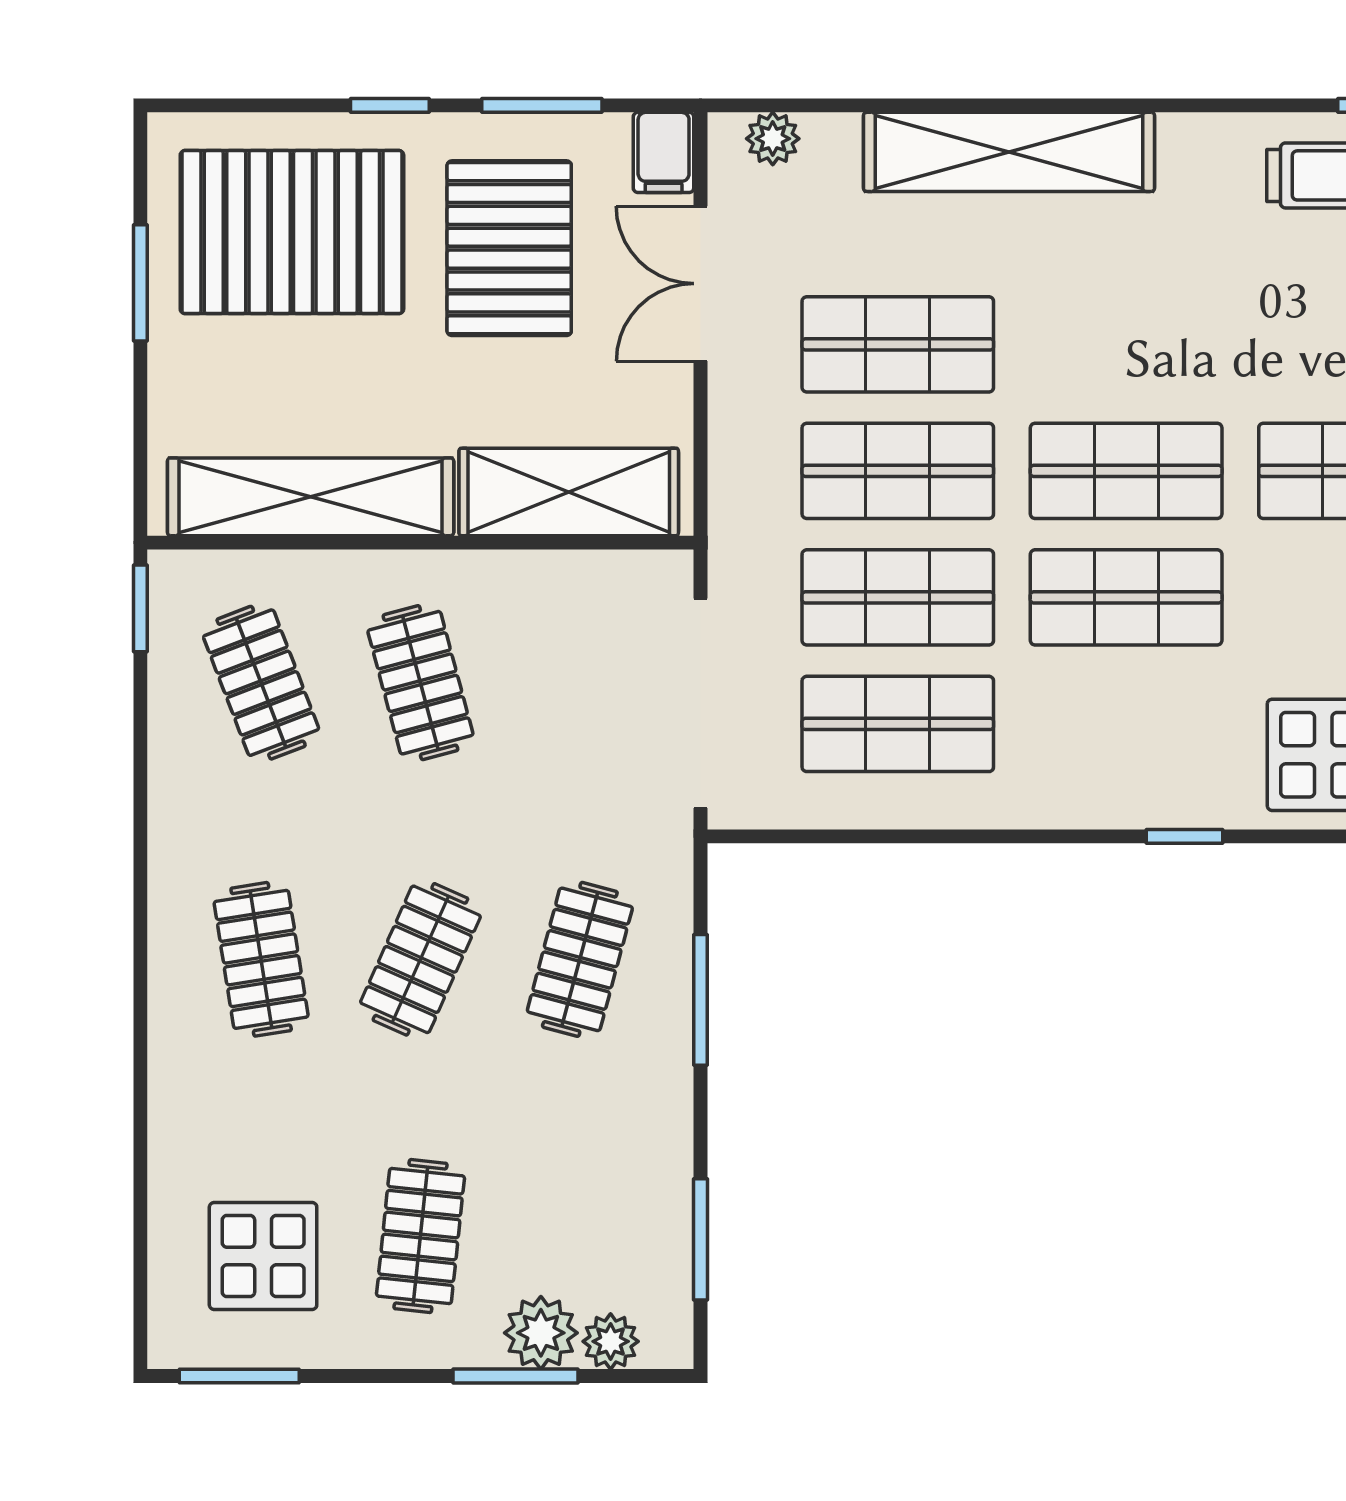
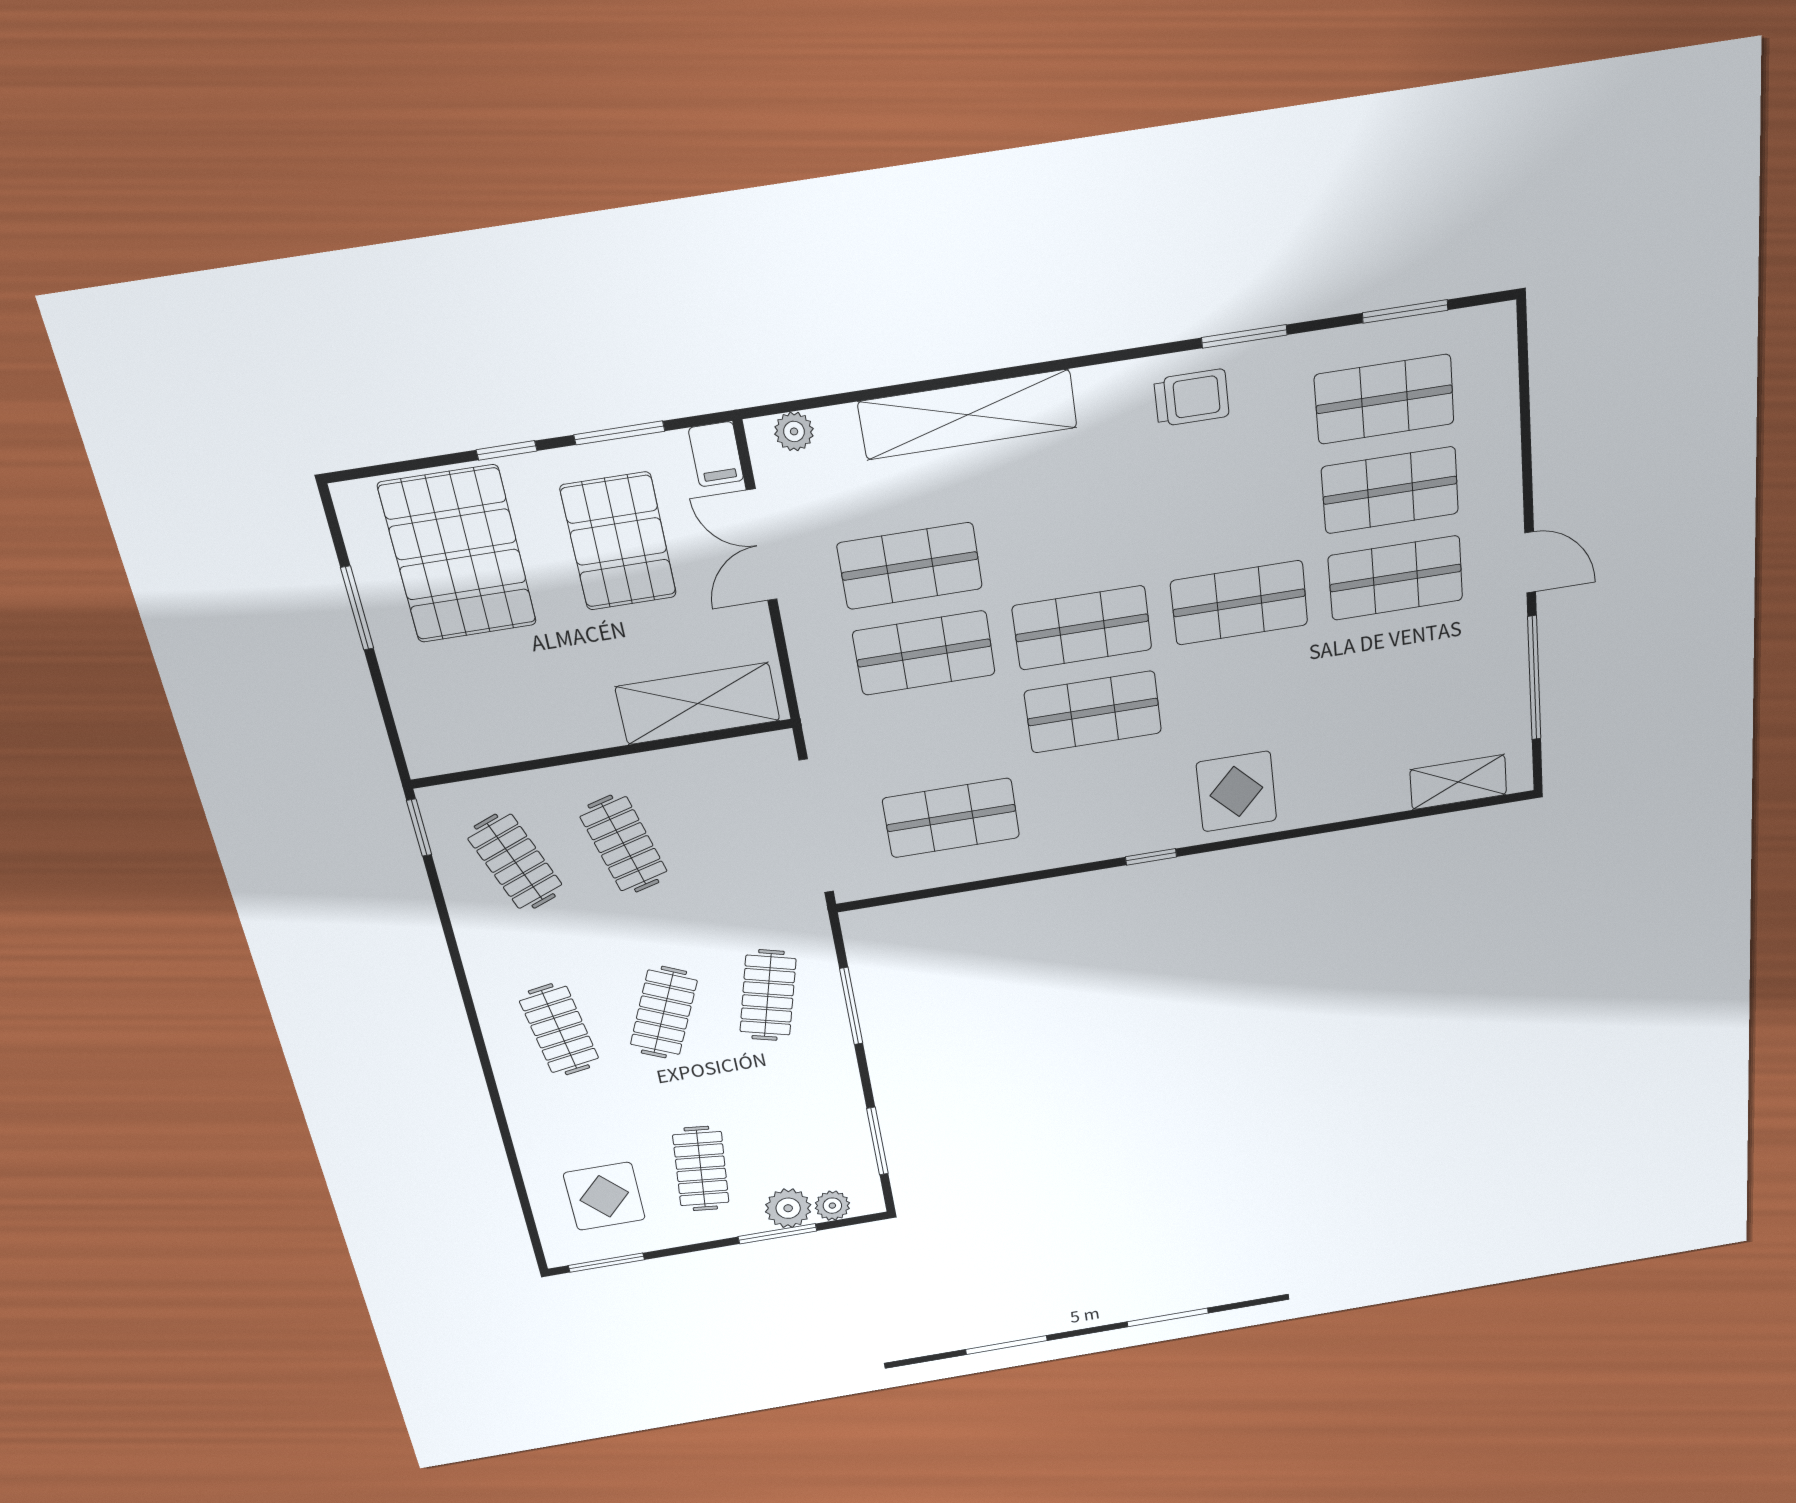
pallet: (292, 232) -> (458, 555), turned 90
shelving: (311, 497) -> (518, 736), removed
shop shelf: (898, 597) -> (938, 737), removed

